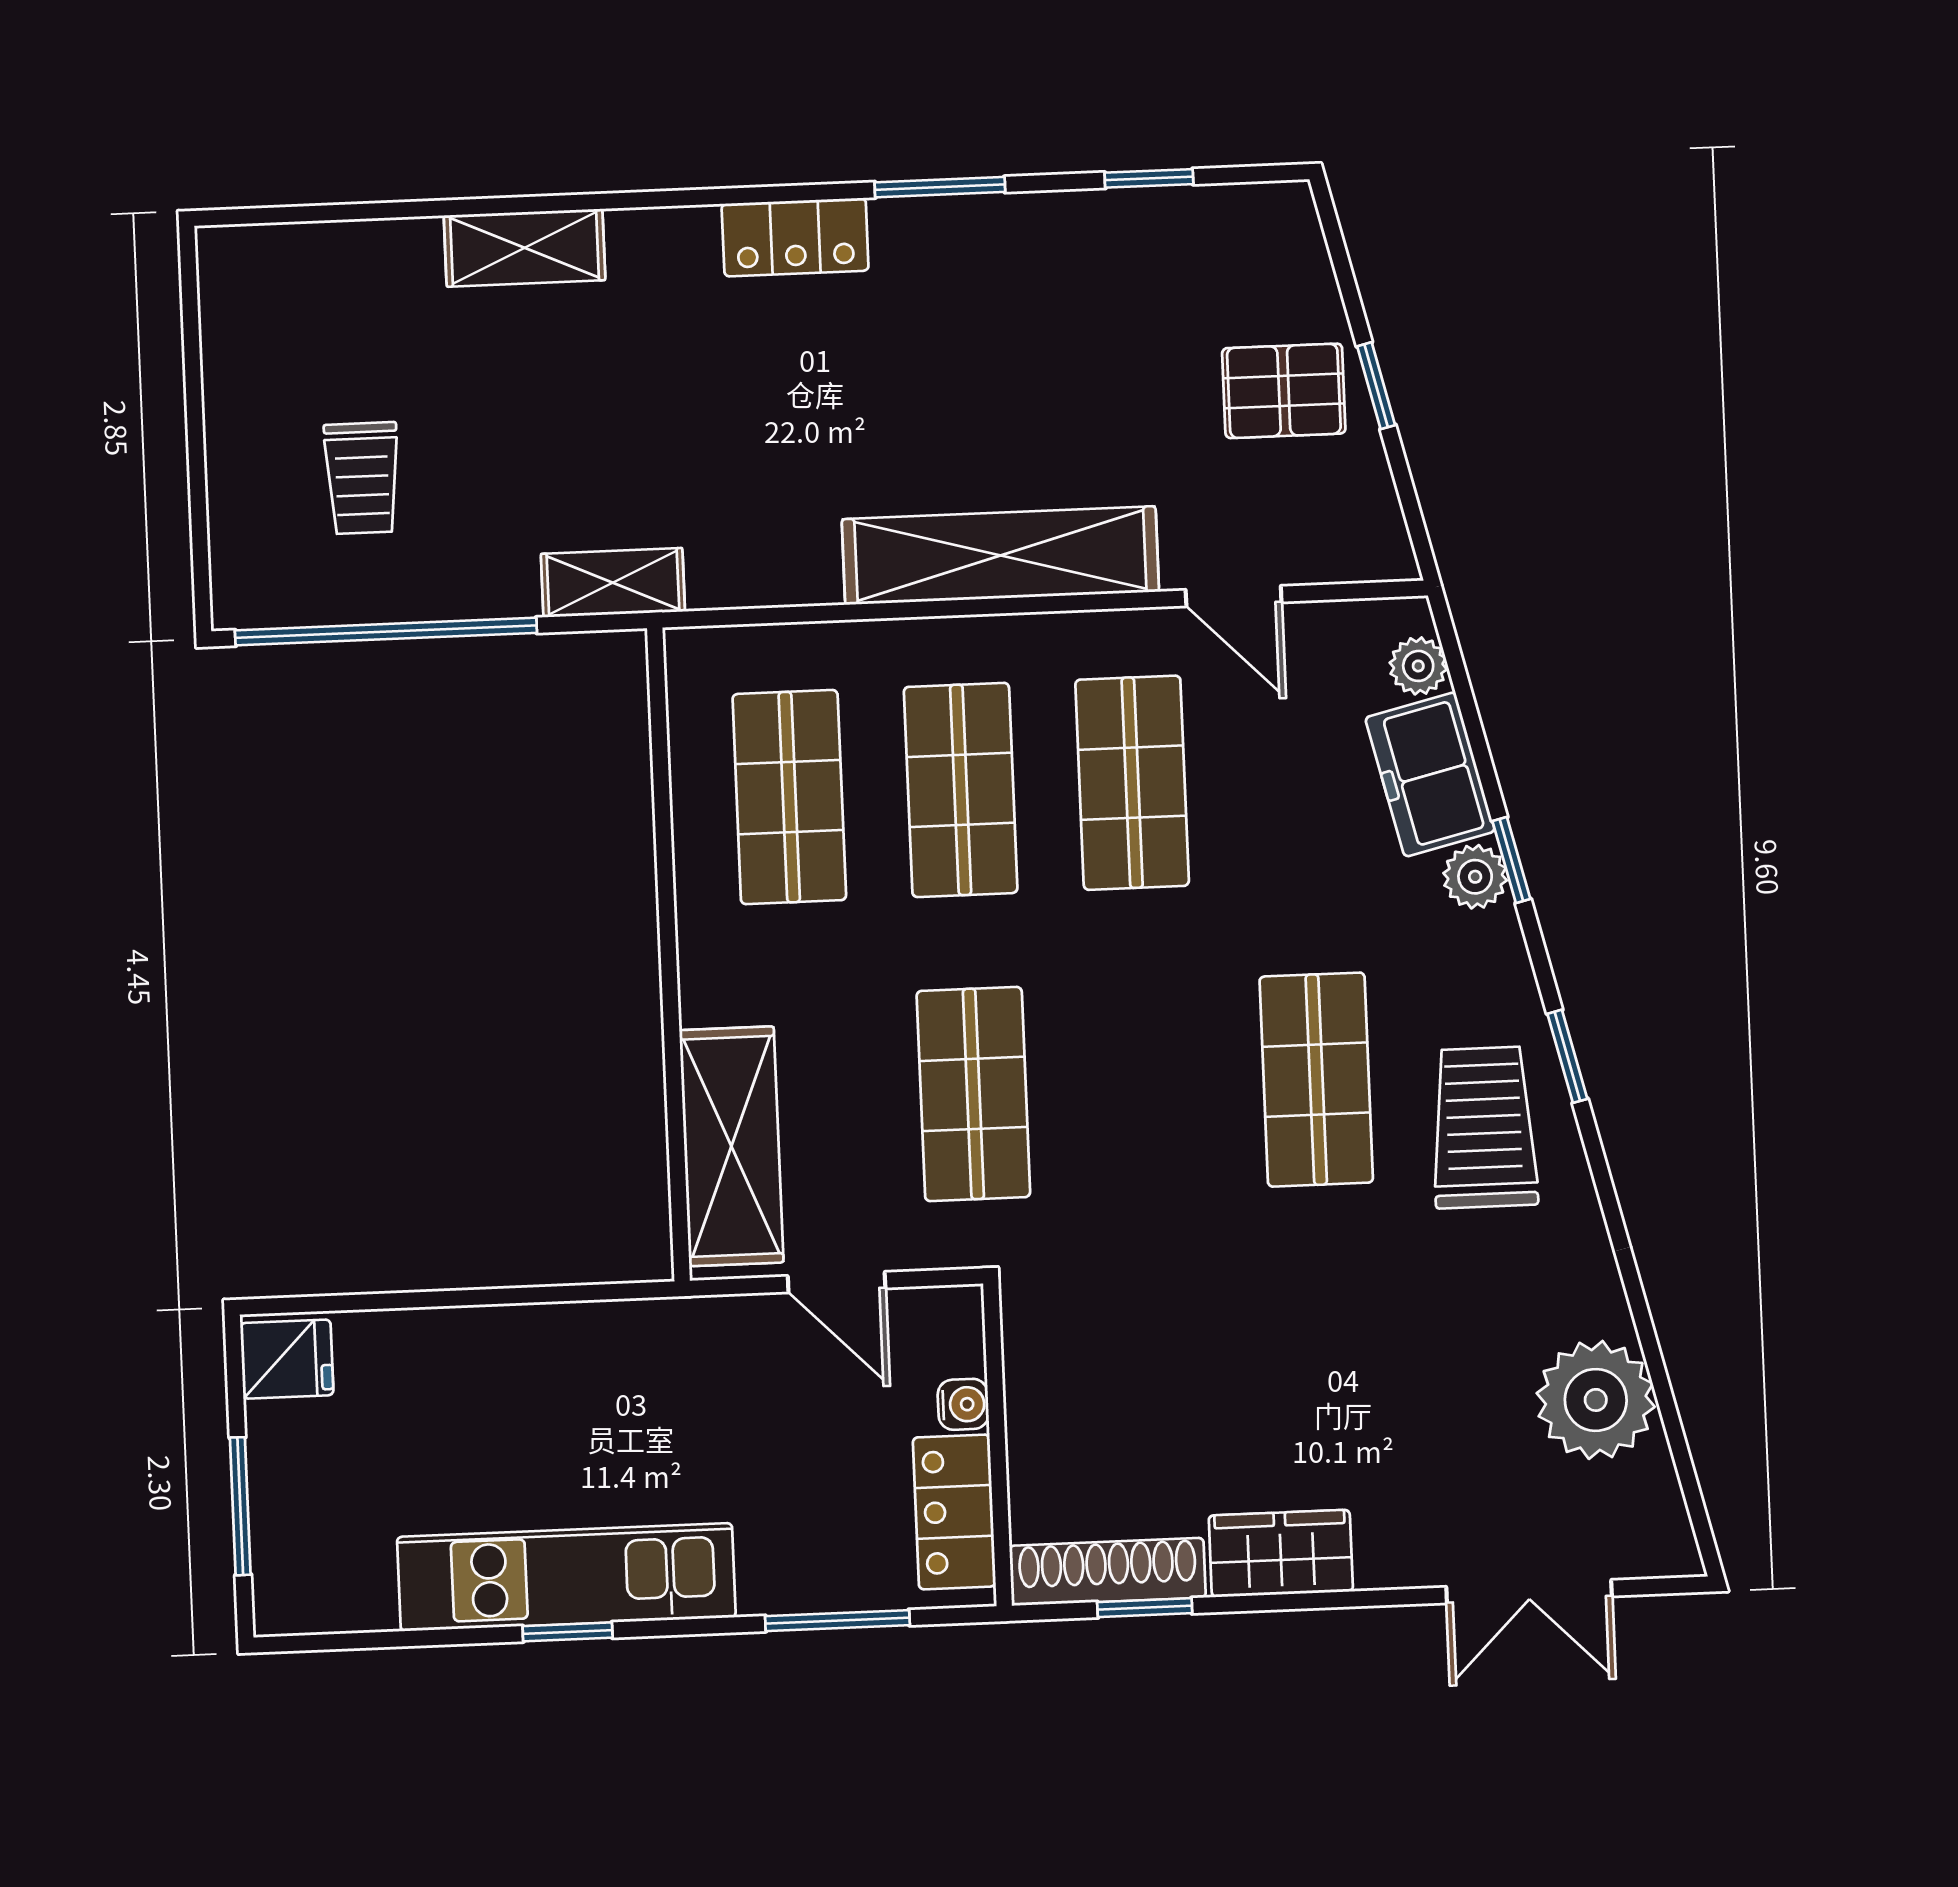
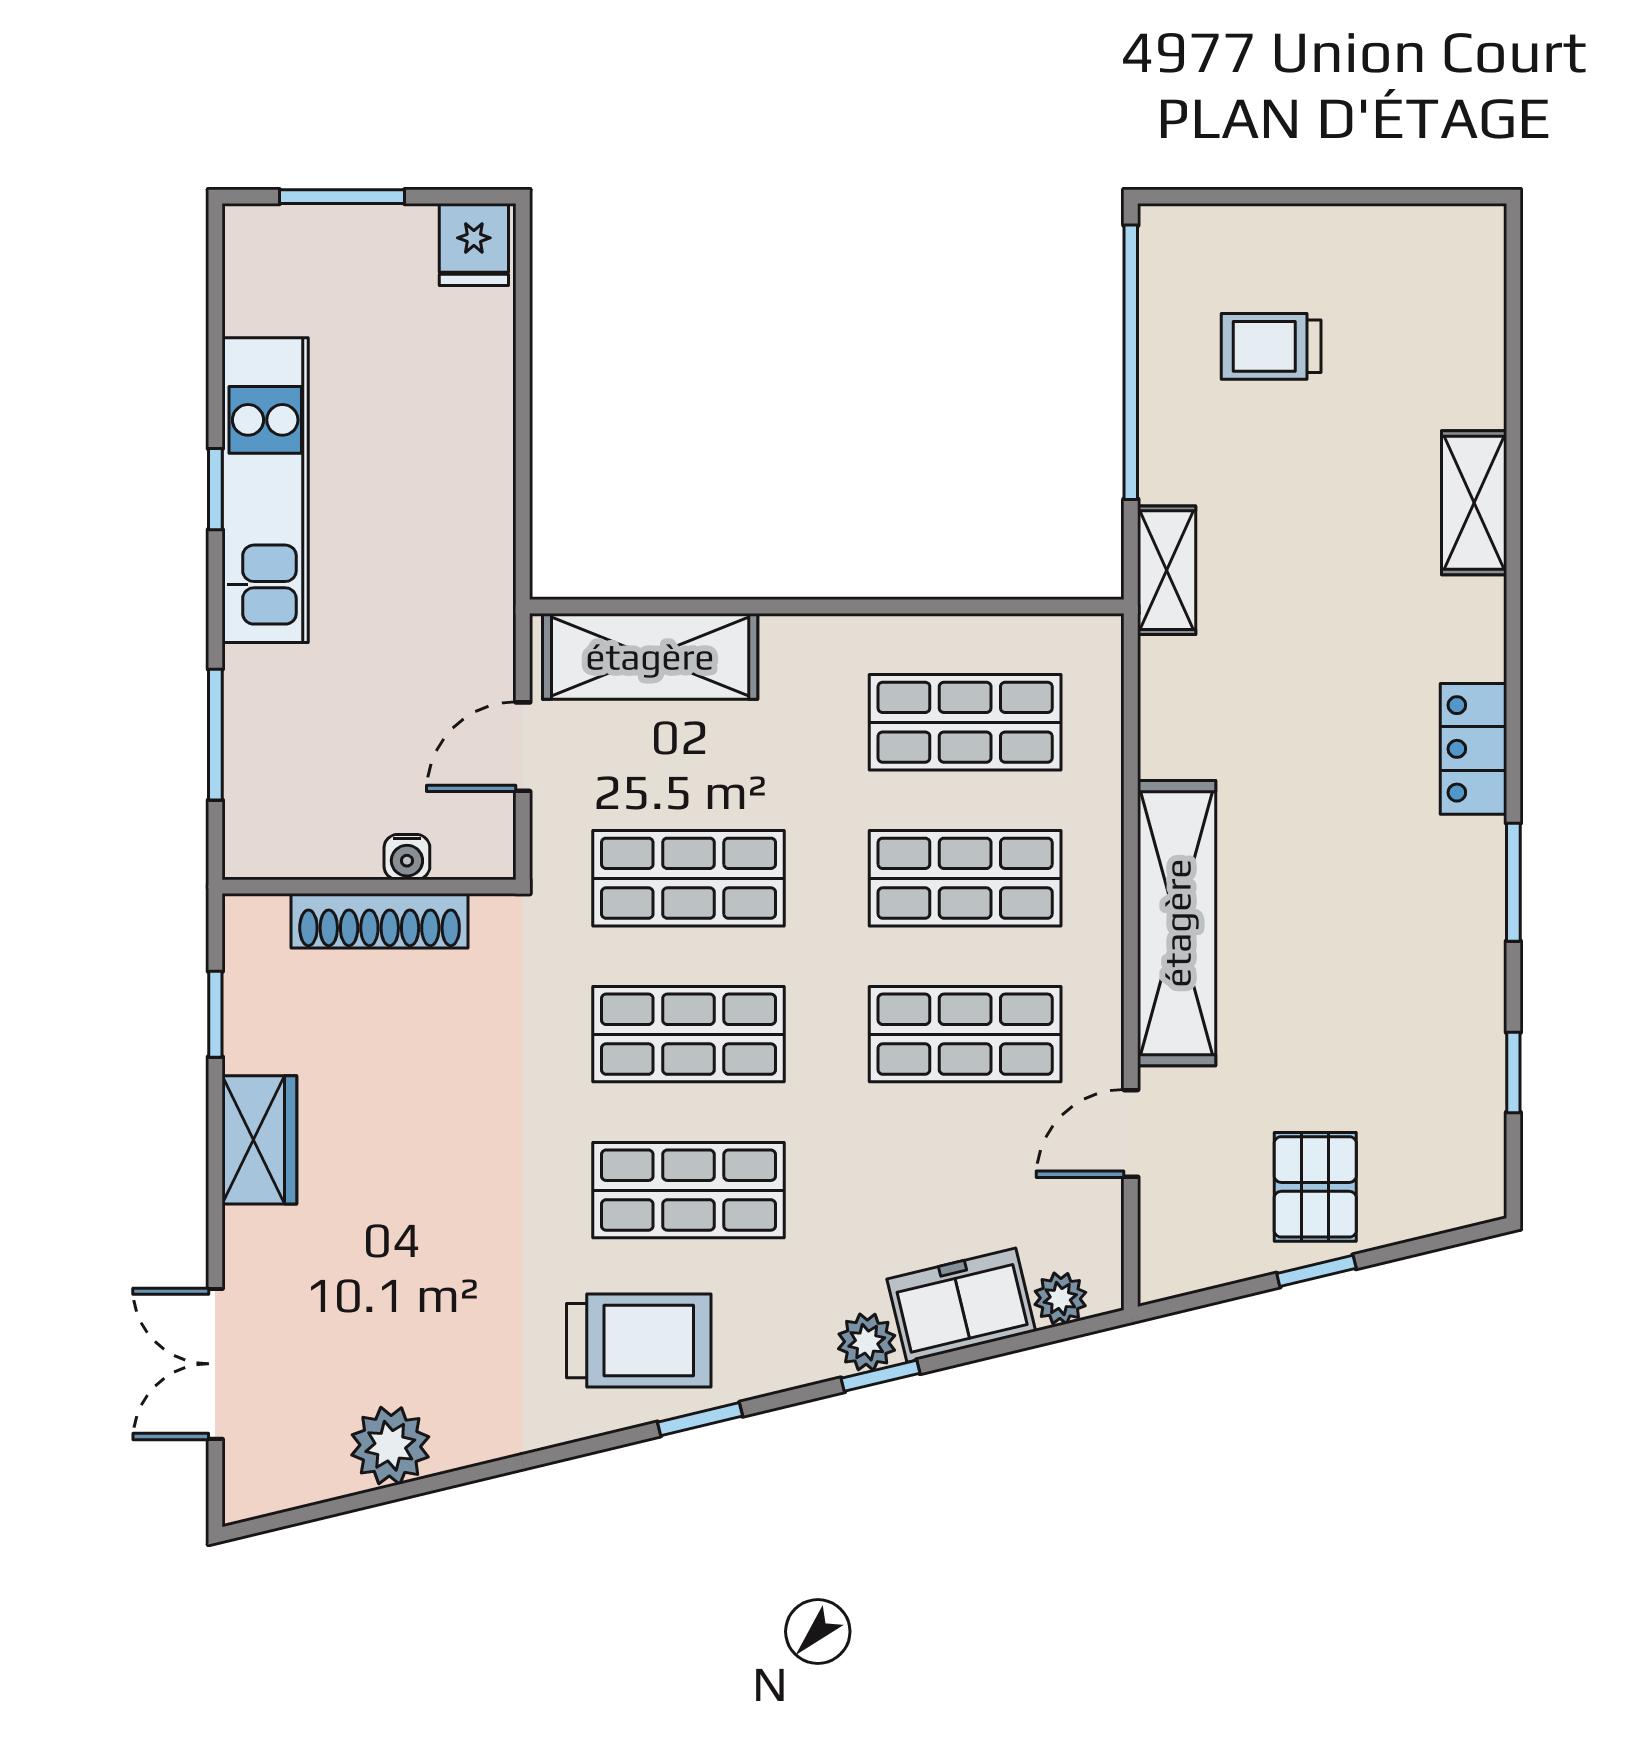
shop shelf: (1145, 1087) -> (688, 1034), added
plant: (1596, 1400) -> (390, 1446), width x0.73, depth x0.73
locker: (954, 1512) -> (310, 845), removed
shoe rack: (1108, 1572) -> (380, 921), moved, turned 90

